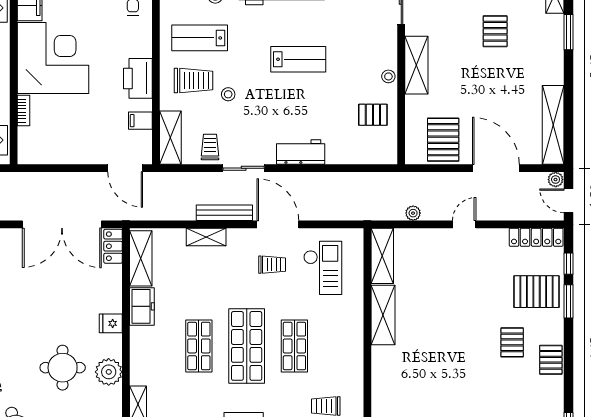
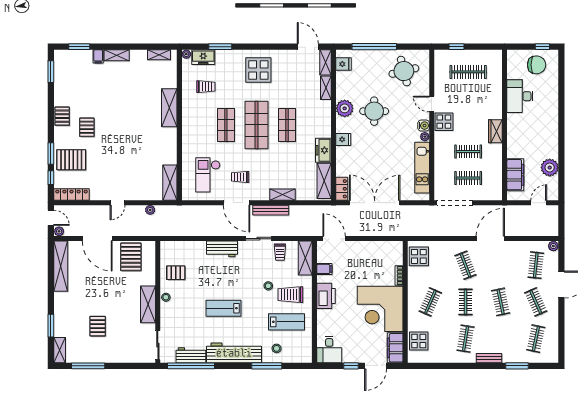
shelving: (383, 315) -> (169, 108), moved

